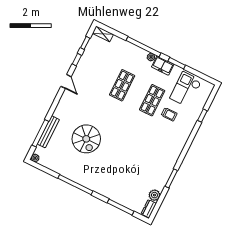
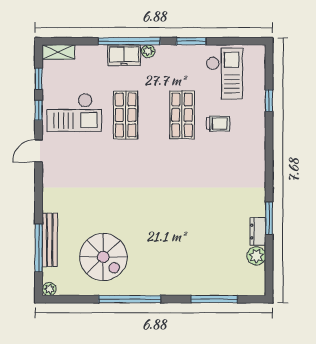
freezer: (163, 66) -> (124, 55), moved
checkout: (95, 70) -> (74, 112), added
door: (66, 81) -> (39, 151), swing flipped
checkout: (186, 89) -> (224, 74), turned 180
spiral stairs: (86, 139) -> (103, 257), moved
dresser: (149, 209) -> (258, 231), moved

